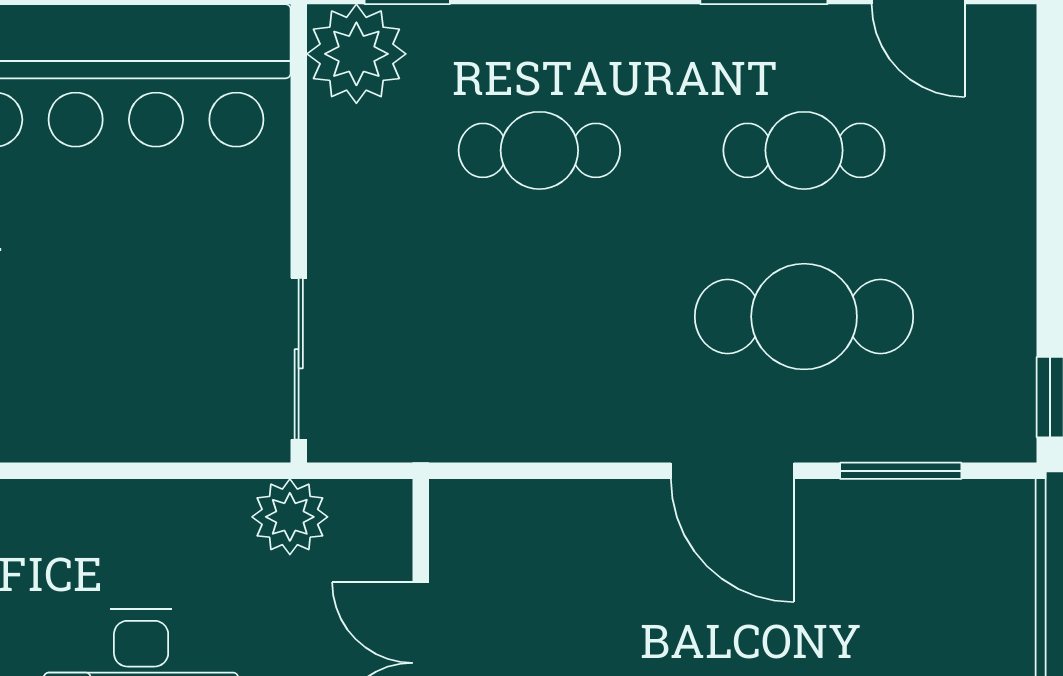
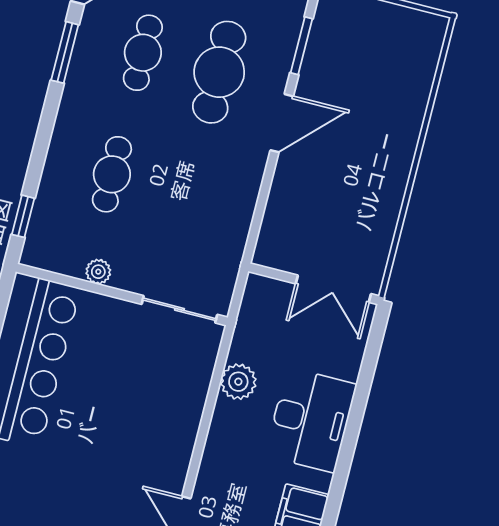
plant: (356, 54) -> (98, 272), moved, width x0.53, depth x0.53
plant: (290, 517) -> (238, 382), moved

